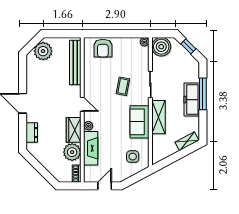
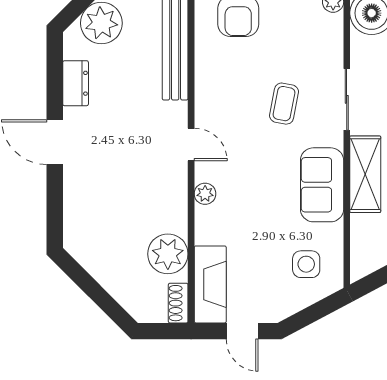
wardrobe: (74, 130) -> (171, 203), removed
dresser: (32, 133) -> (76, 83), moved
fireplace: (91, 148) -> (210, 284), moved
door: (105, 186) -> (242, 331), swing flipped

